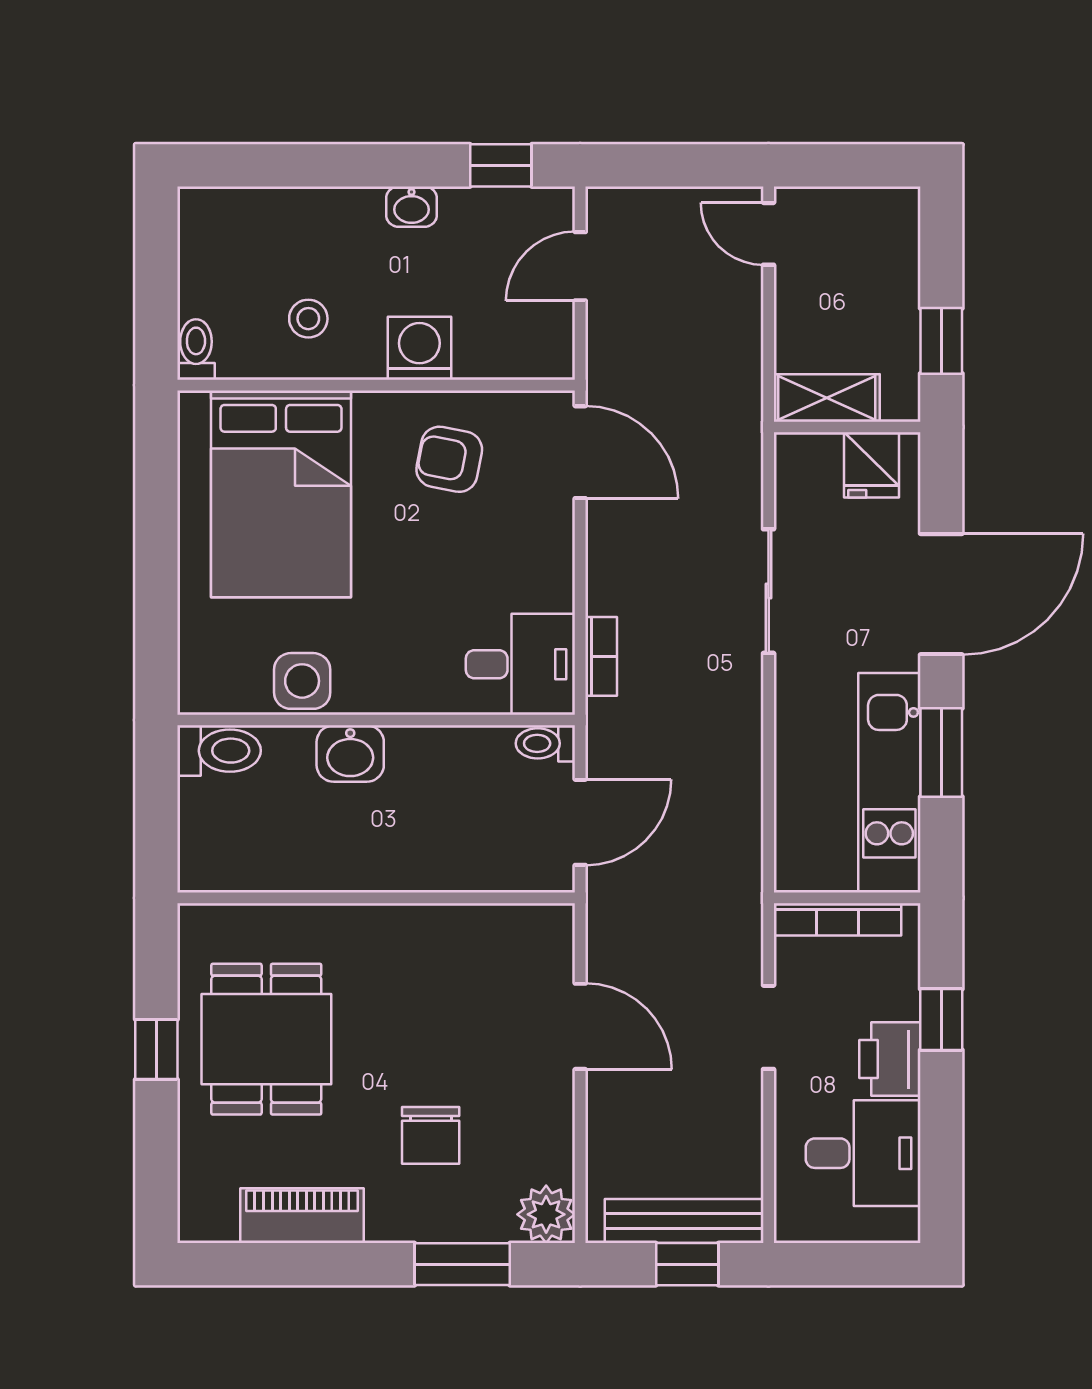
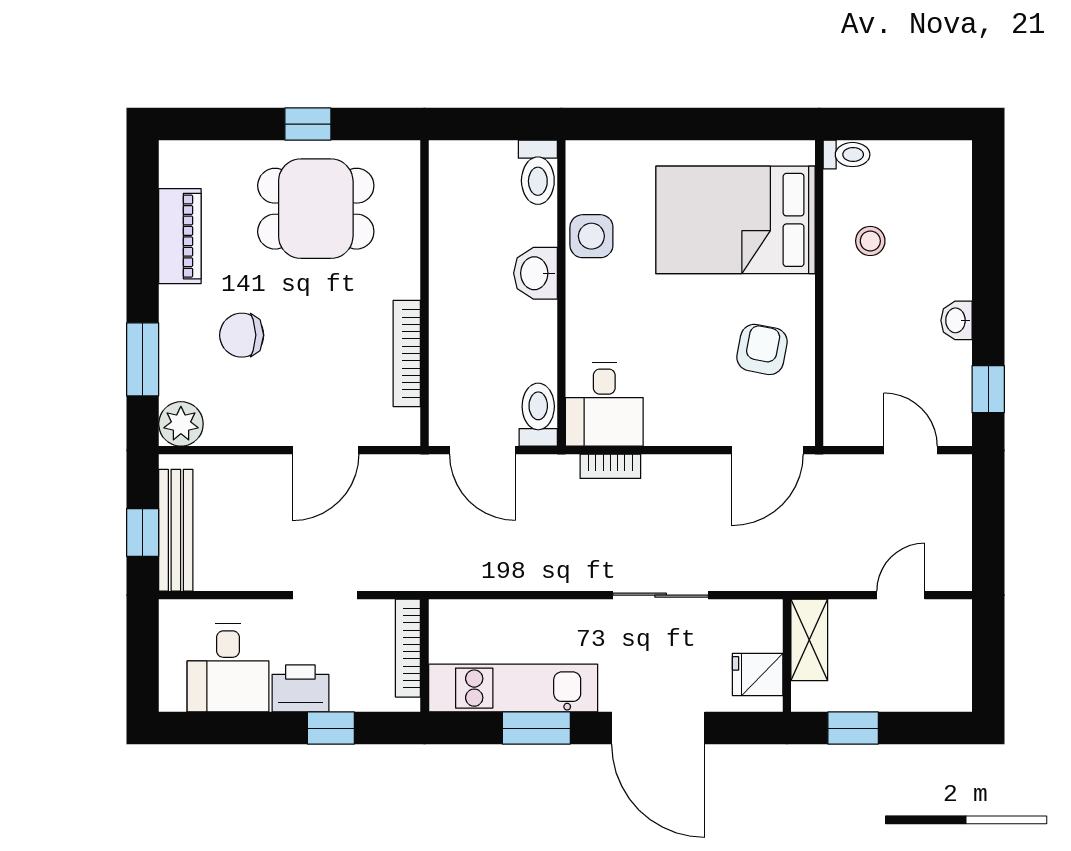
door: (769, 234) -> (901, 595), moved
washing machine: (419, 348) -> (847, 326), removed
toilet: (545, 743) -> (538, 415), width x1.37, depth x1.39
bookcase: (455, 921) -> (407, 353), added

